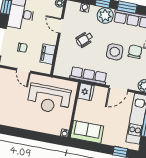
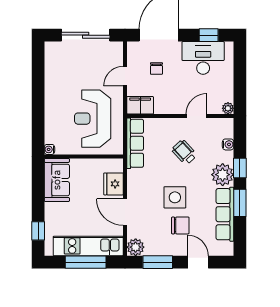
filing cabinet: (48, 54) -> (140, 105), moved
row of seats: (89, 76) -> (135, 143), moved
fridge: (86, 92) -> (114, 184), moved, turned 90

